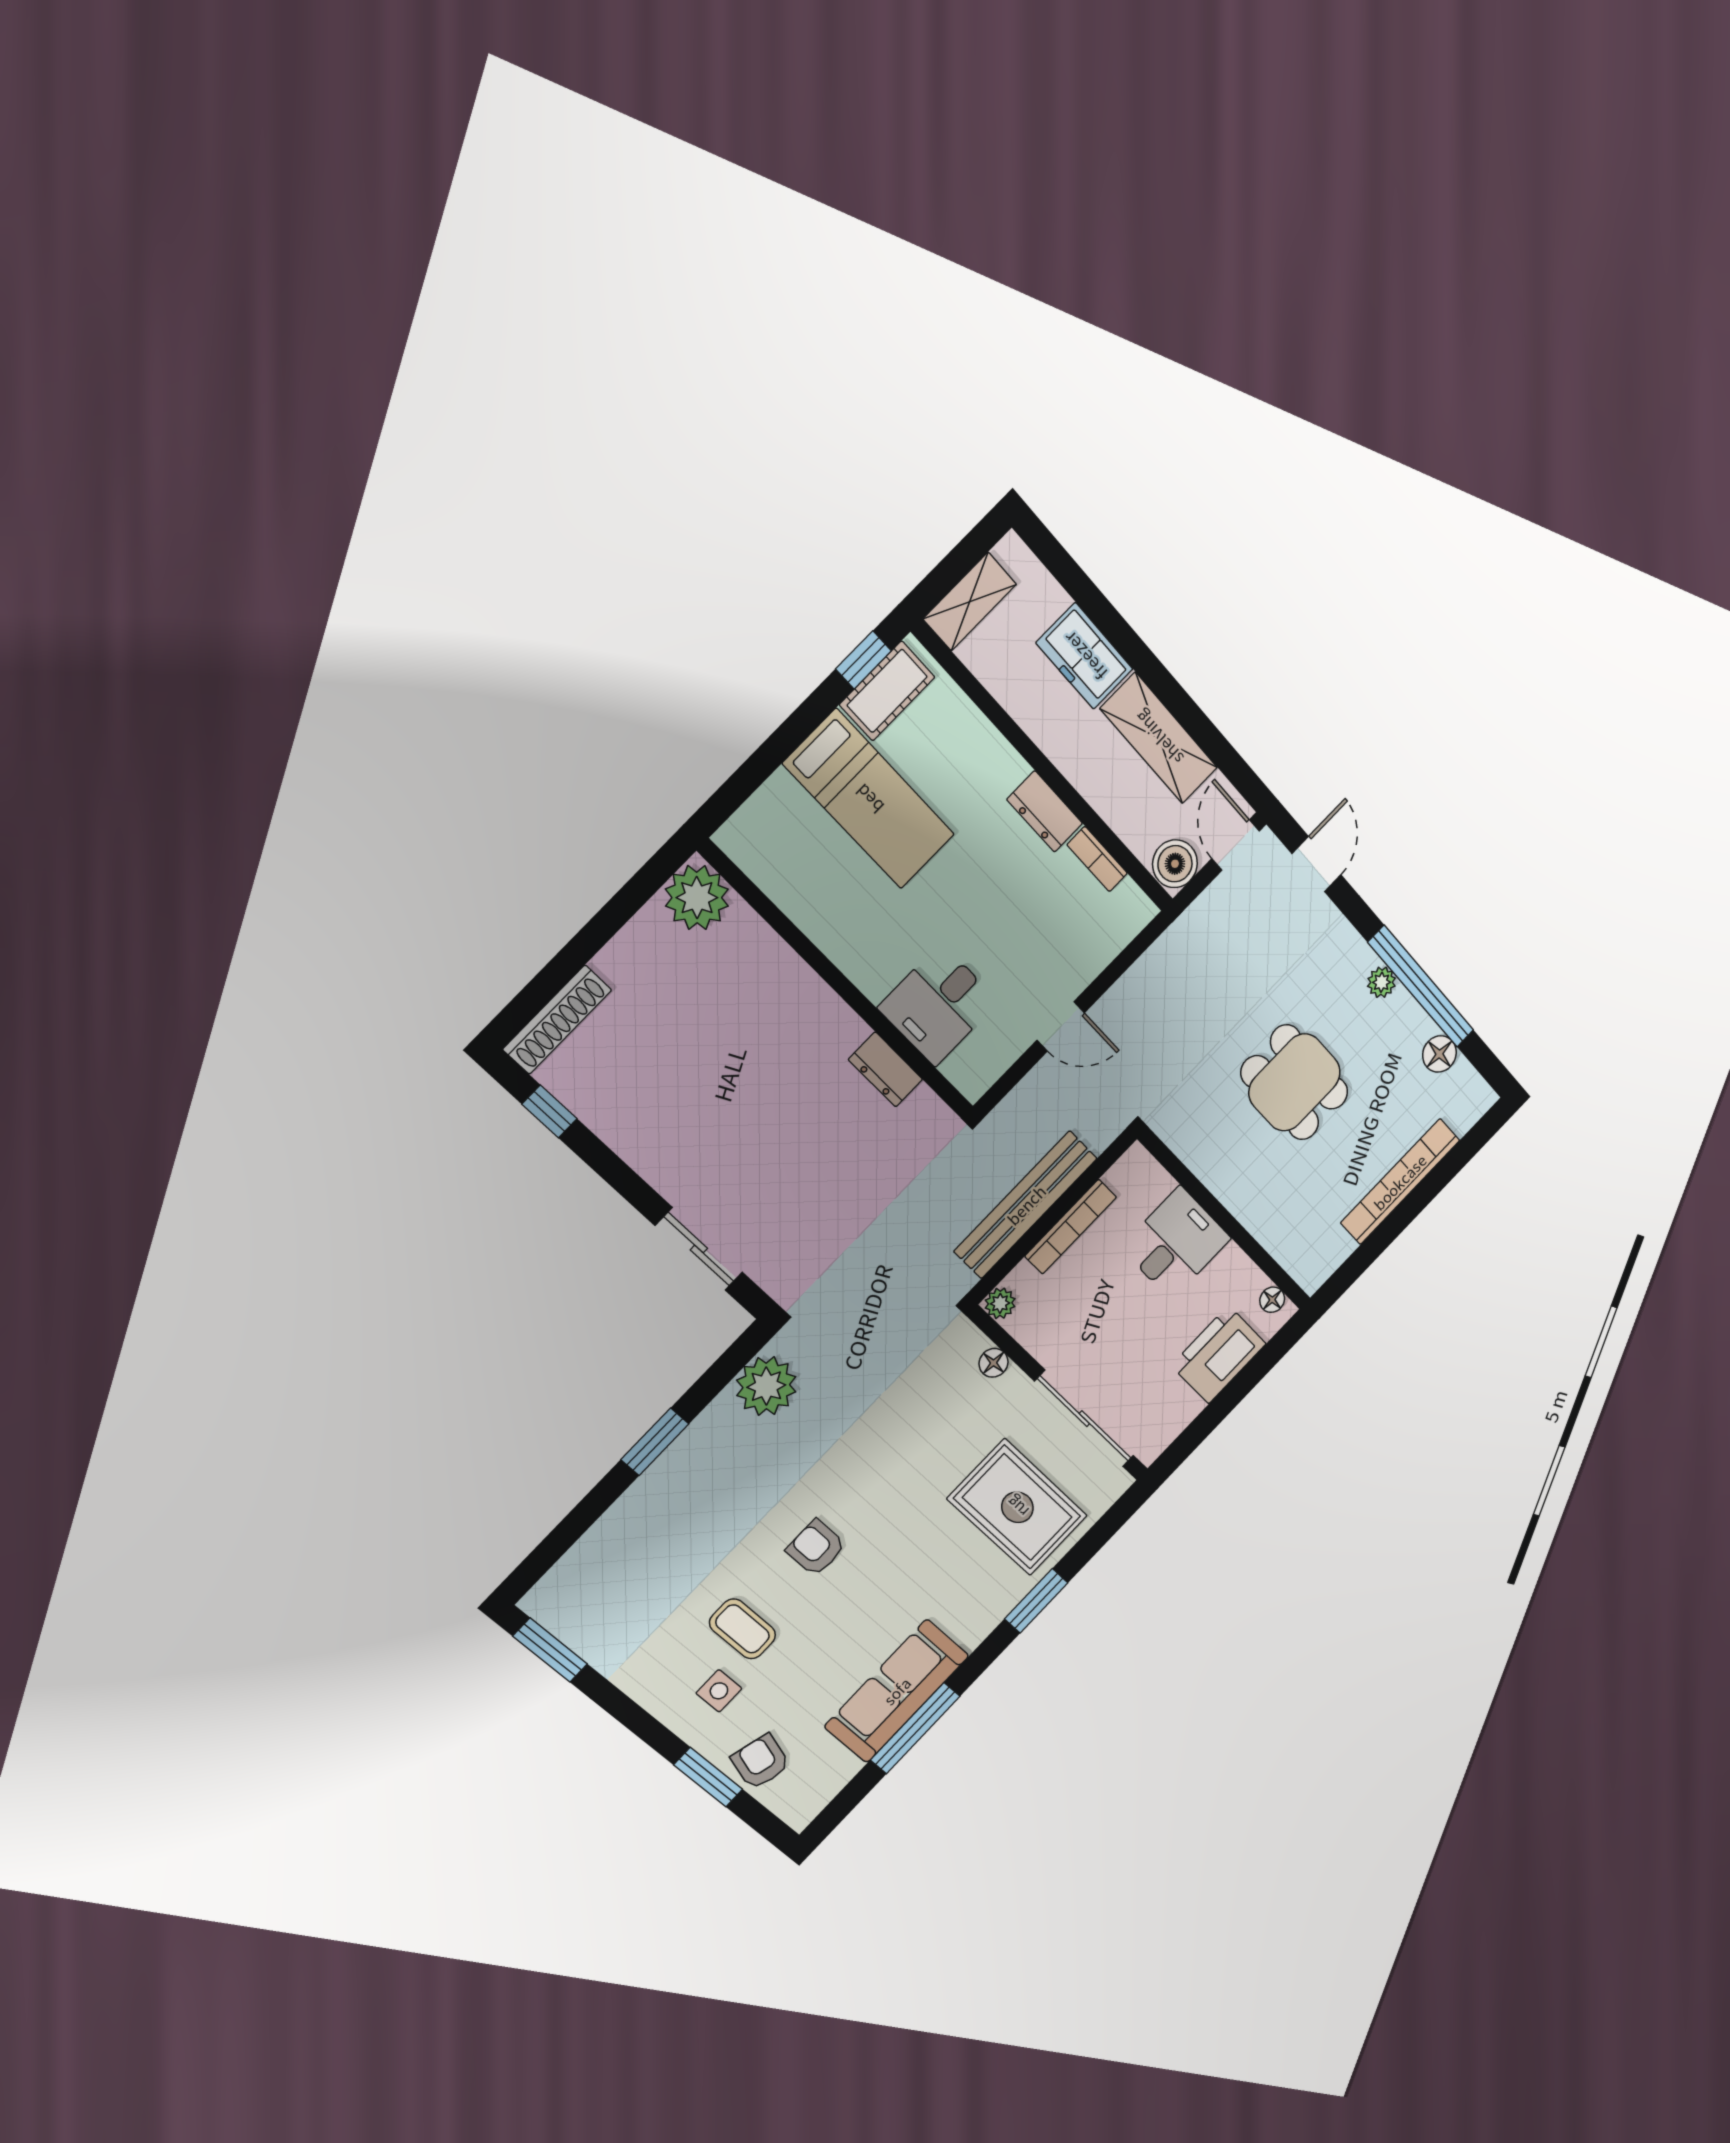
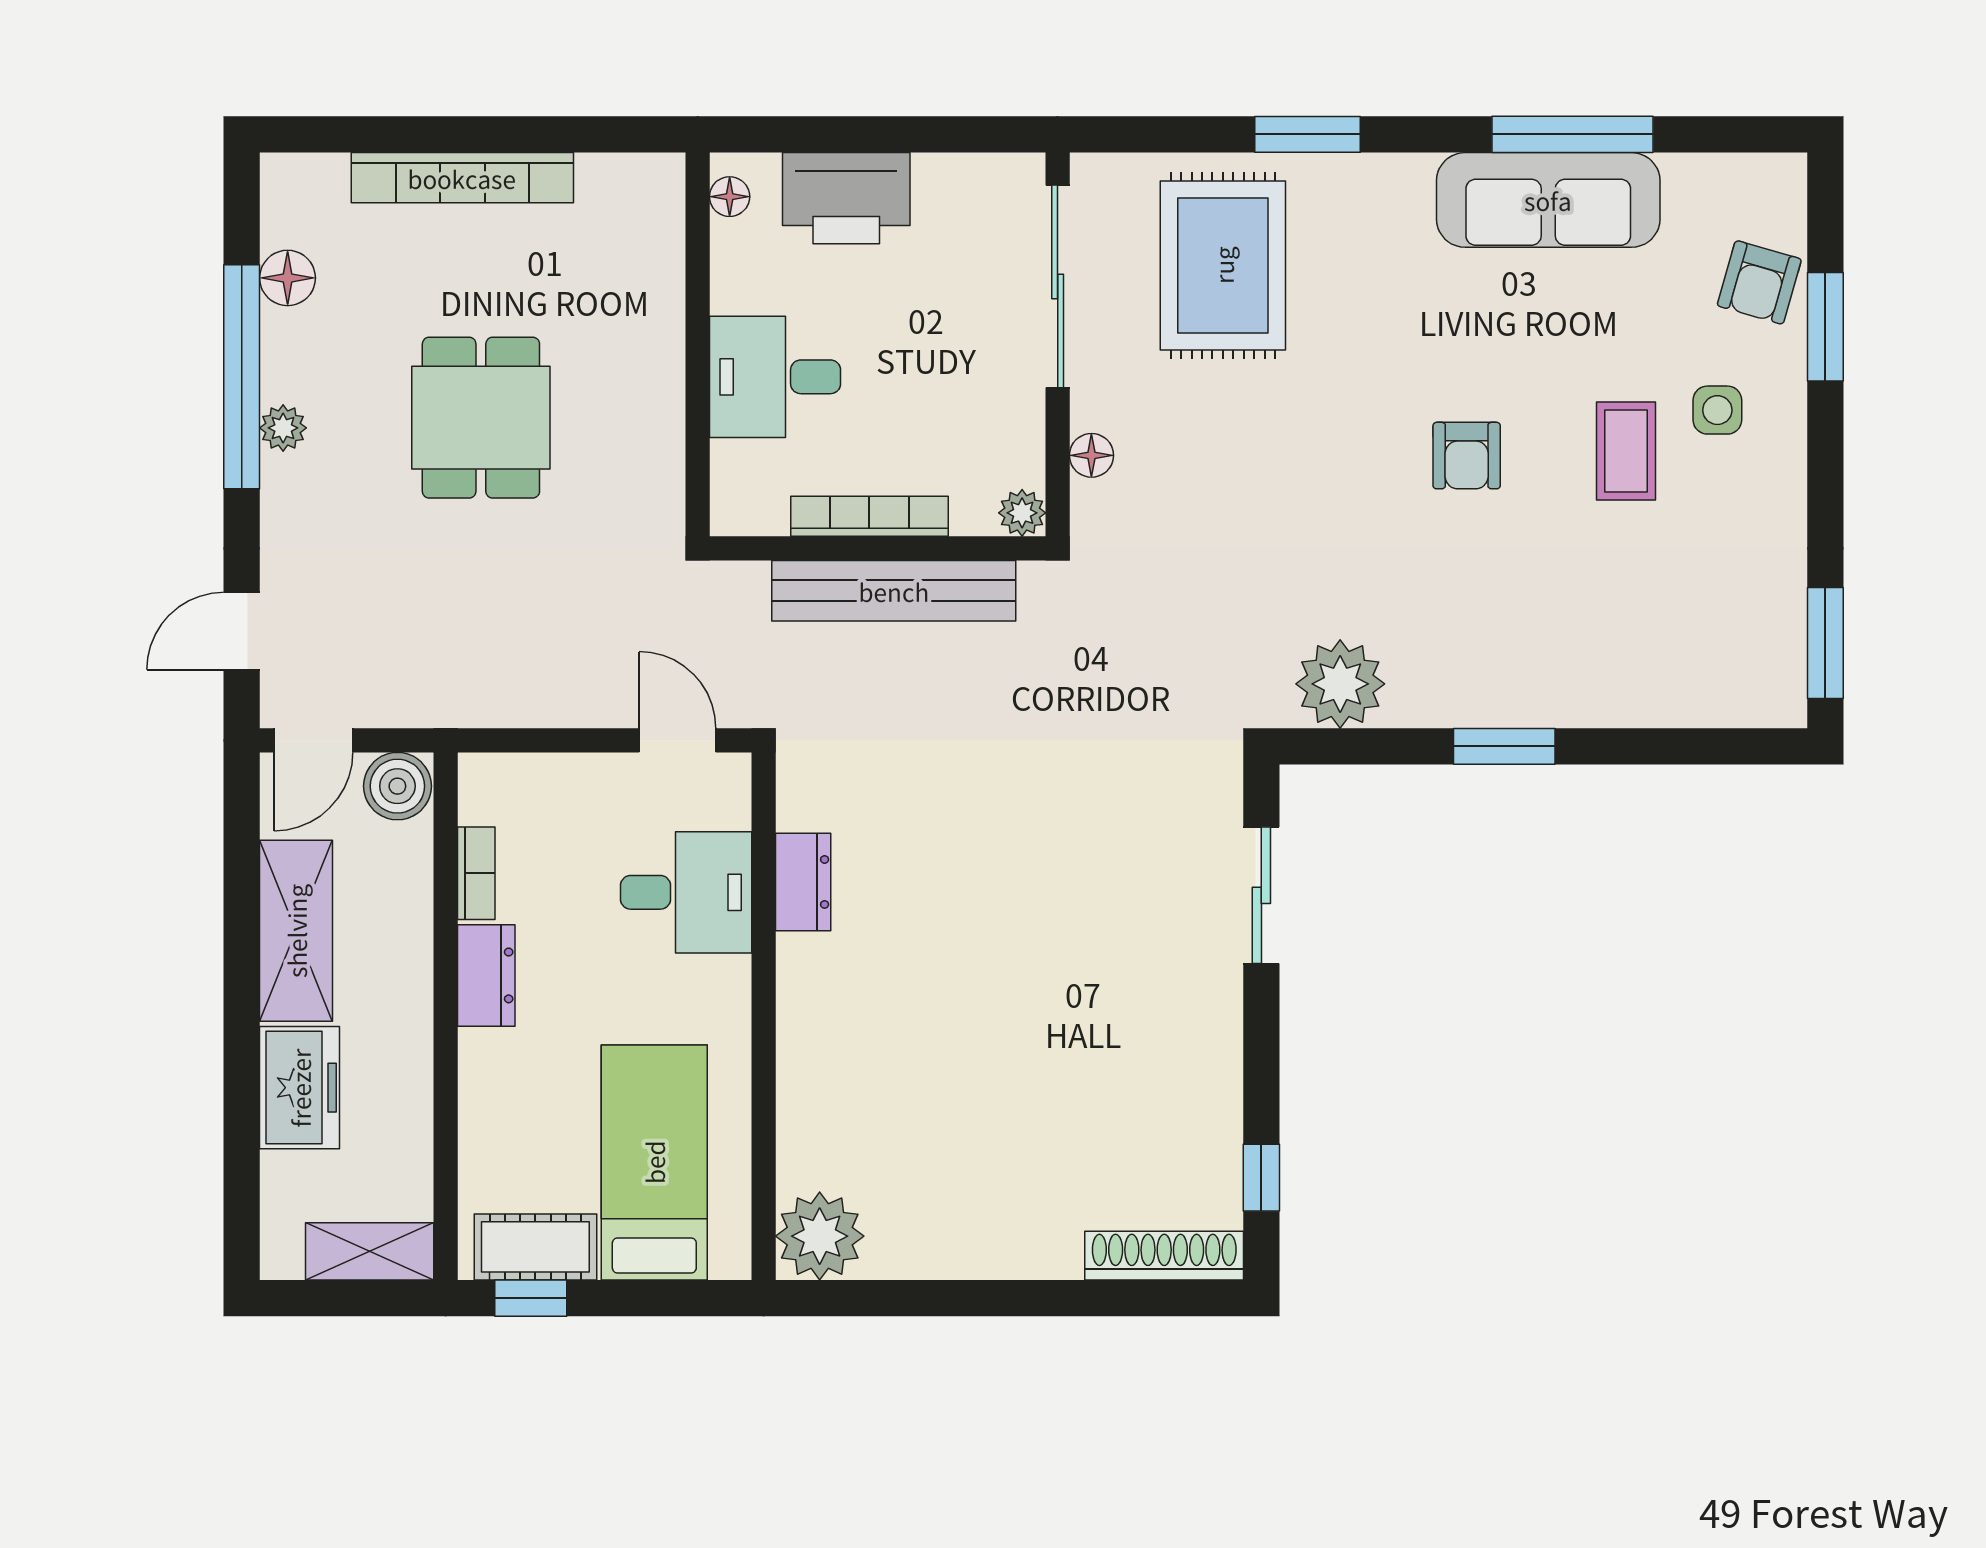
plant: (697, 898) -> (820, 1236), moved
wall: (839, 982) -> (764, 1016), moved
desk: (938, 1005) -> (686, 892), moved
dresser: (886, 1069) -> (803, 882), moved

